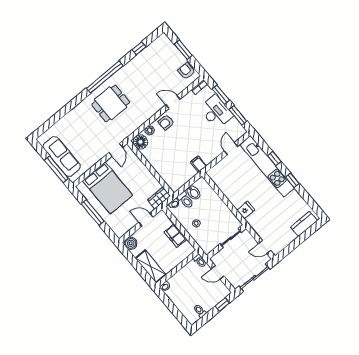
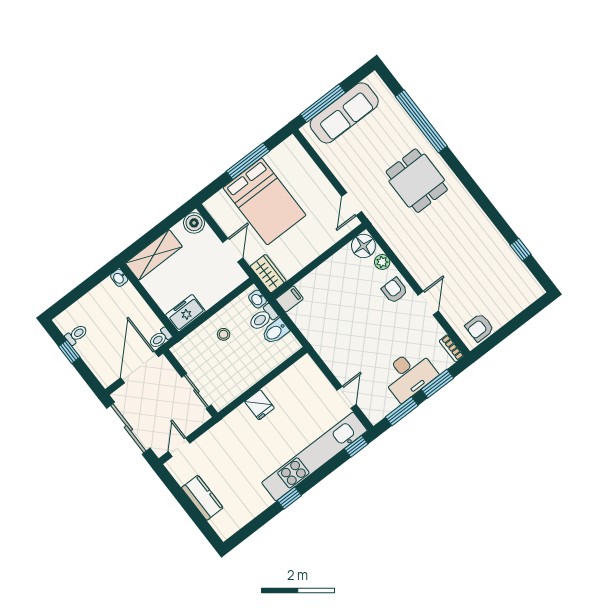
window: (183, 50) -> (515, 323), removed
armchair: (186, 71) -> (480, 328), turned 180
window: (105, 77) -> (421, 121), moved
dining table: (111, 103) -> (417, 181), moved
door: (231, 149) -> (346, 397), hinge flipped
door: (116, 150) -> (352, 204), hinge flipped
window: (274, 159) -> (356, 446), moved
filing cabinet: (199, 164) -> (289, 299), moved
bed: (108, 188) -> (265, 201), moved, turned -90
fridge: (246, 210) -> (259, 405), moved
kitchen counter: (304, 224) -> (202, 498), moved
freezer: (176, 236) -> (185, 313), moved
door: (218, 272) -> (140, 367), width x1.87
window: (222, 304) -> (69, 352), moved

